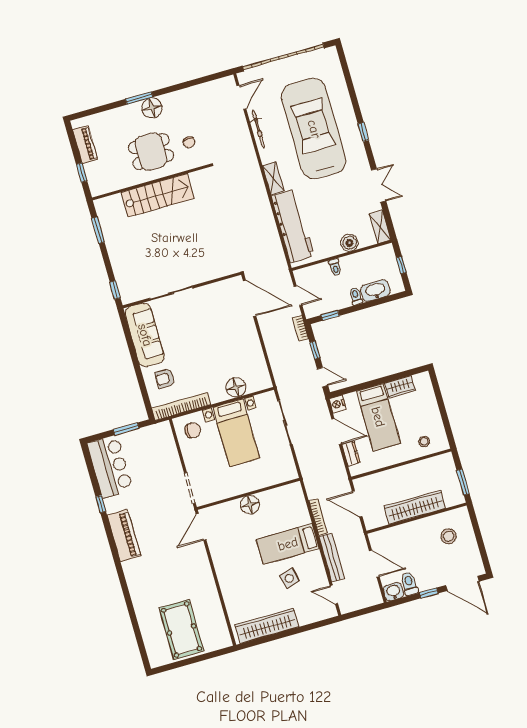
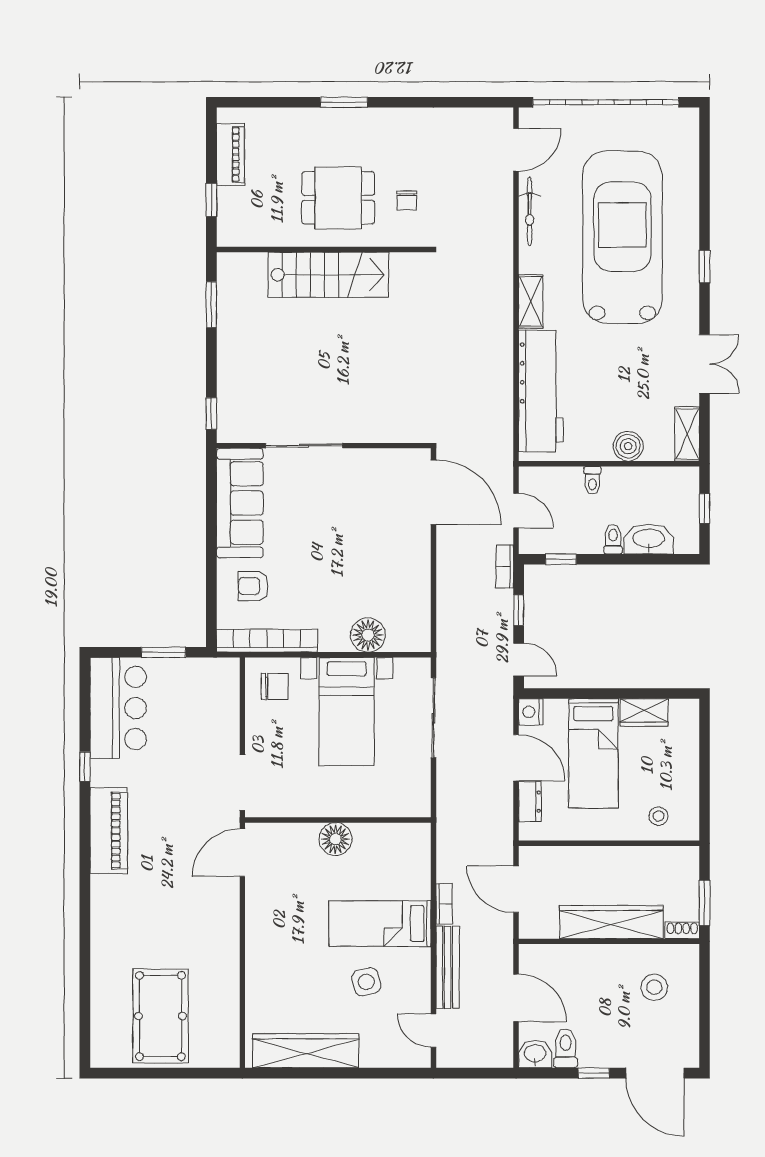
floor lamp: (152, 108) -> (360, 125), removed
shoe rack: (455, 501) -> (682, 931), added
bookcase: (318, 517) -> (444, 904), width x0.64

